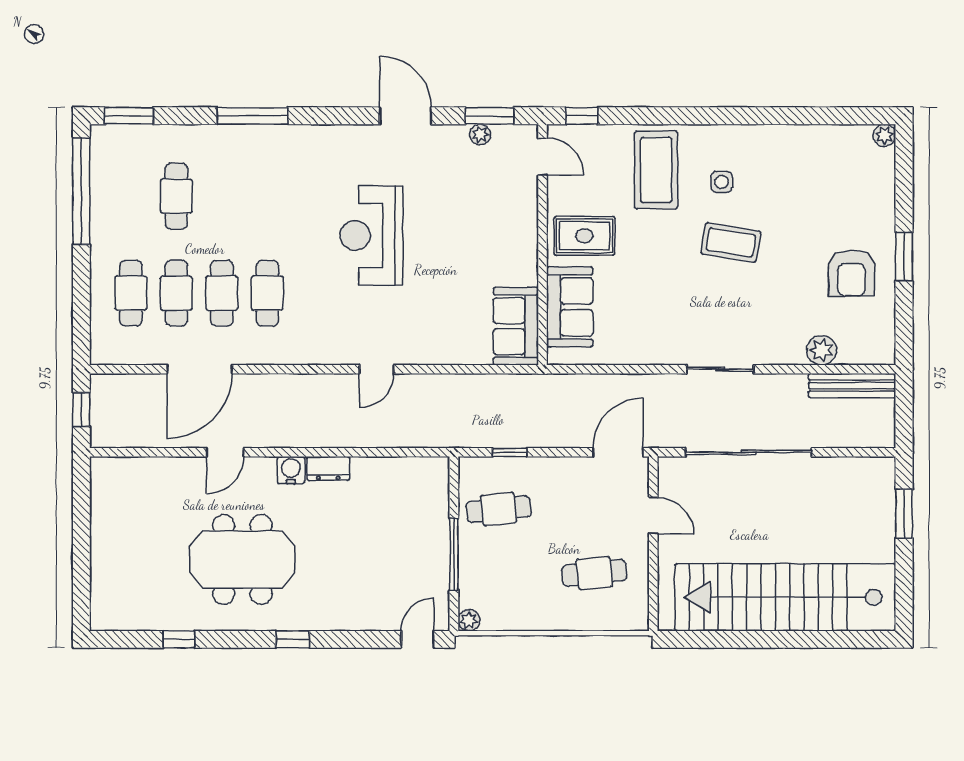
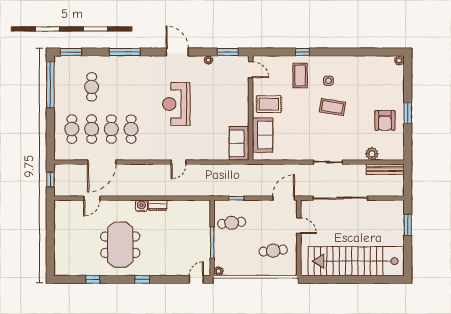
door: (406, 116) -> (177, 52), moved
window: (582, 116) -> (302, 52), moved
plant: (480, 135) -> (208, 60), moved
coffee table: (656, 170) -> (300, 76), width x0.73, depth x0.76
door: (225, 452) -> (92, 198), moved
meeting table: (242, 559) -> (120, 245), turned 90

